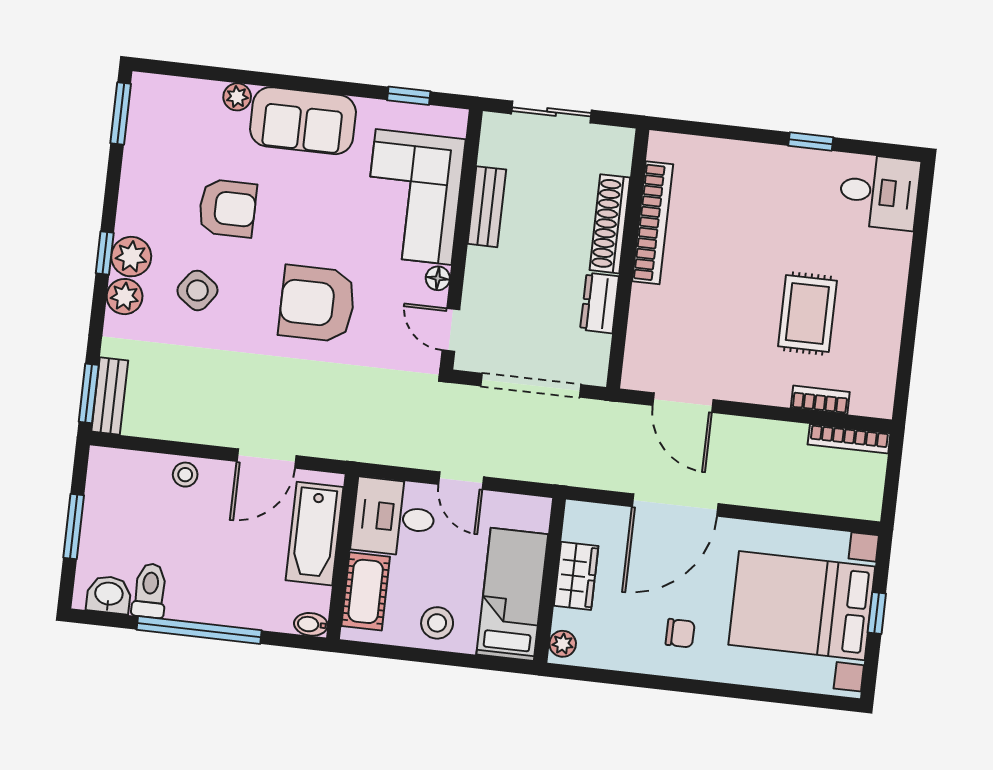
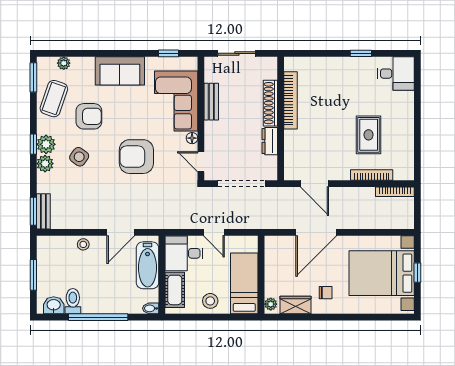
plant: (237, 97) -> (64, 63), moved
coffee table: (159, 163) -> (54, 99), added
bookcase: (820, 400) -> (372, 175), width x1.56
wardrobe: (576, 576) -> (296, 305), moved, turned -90

